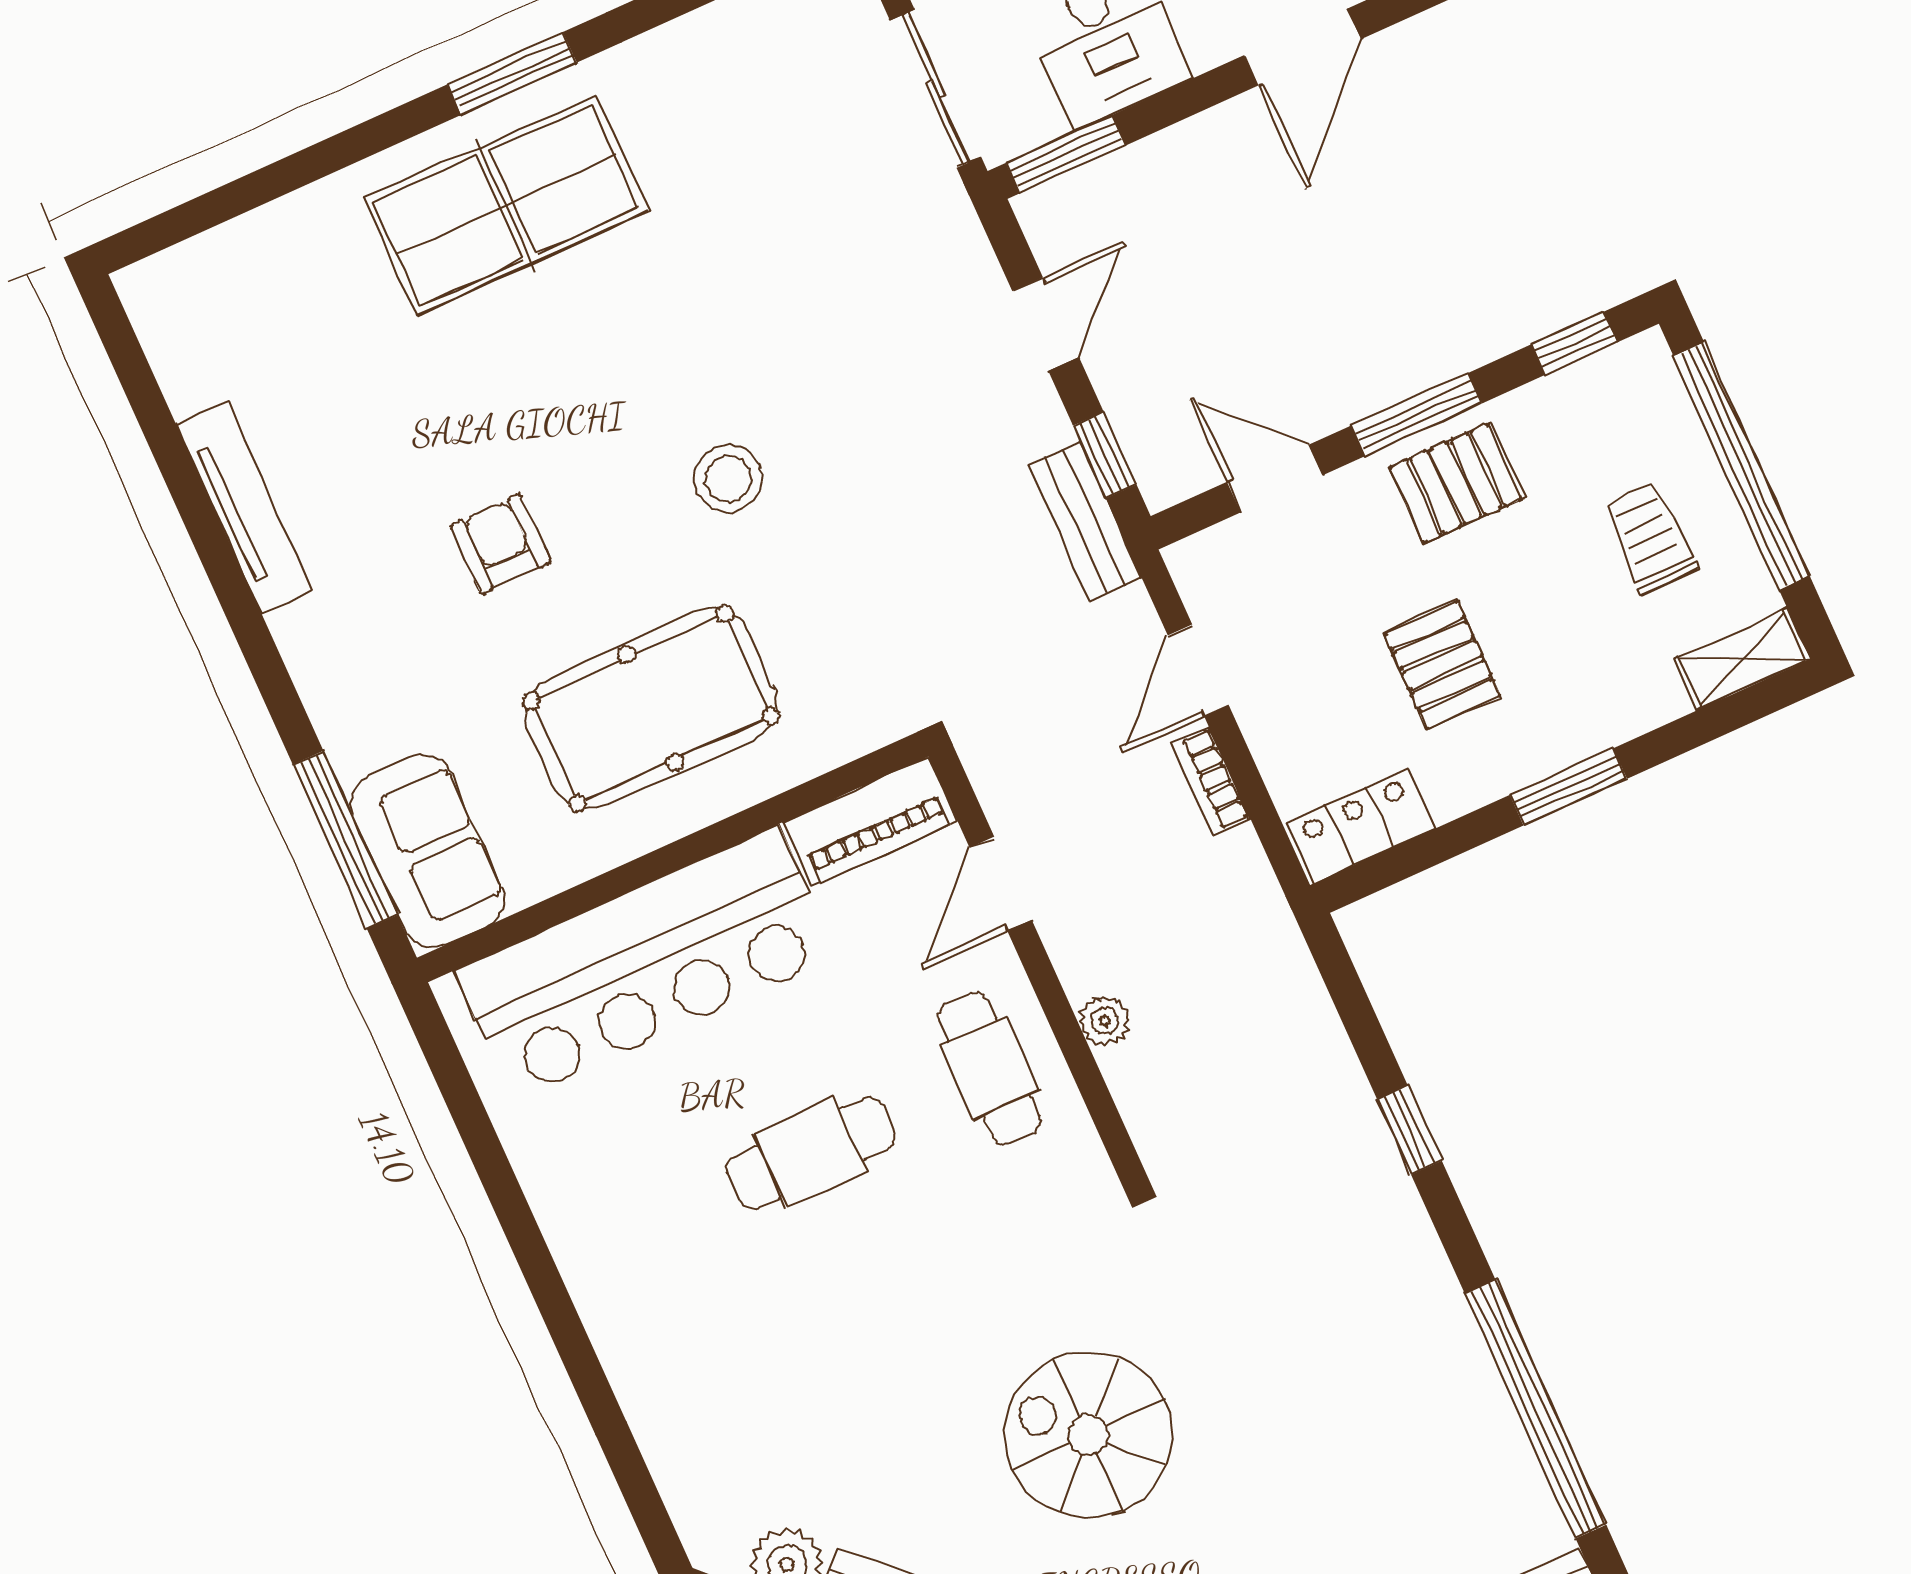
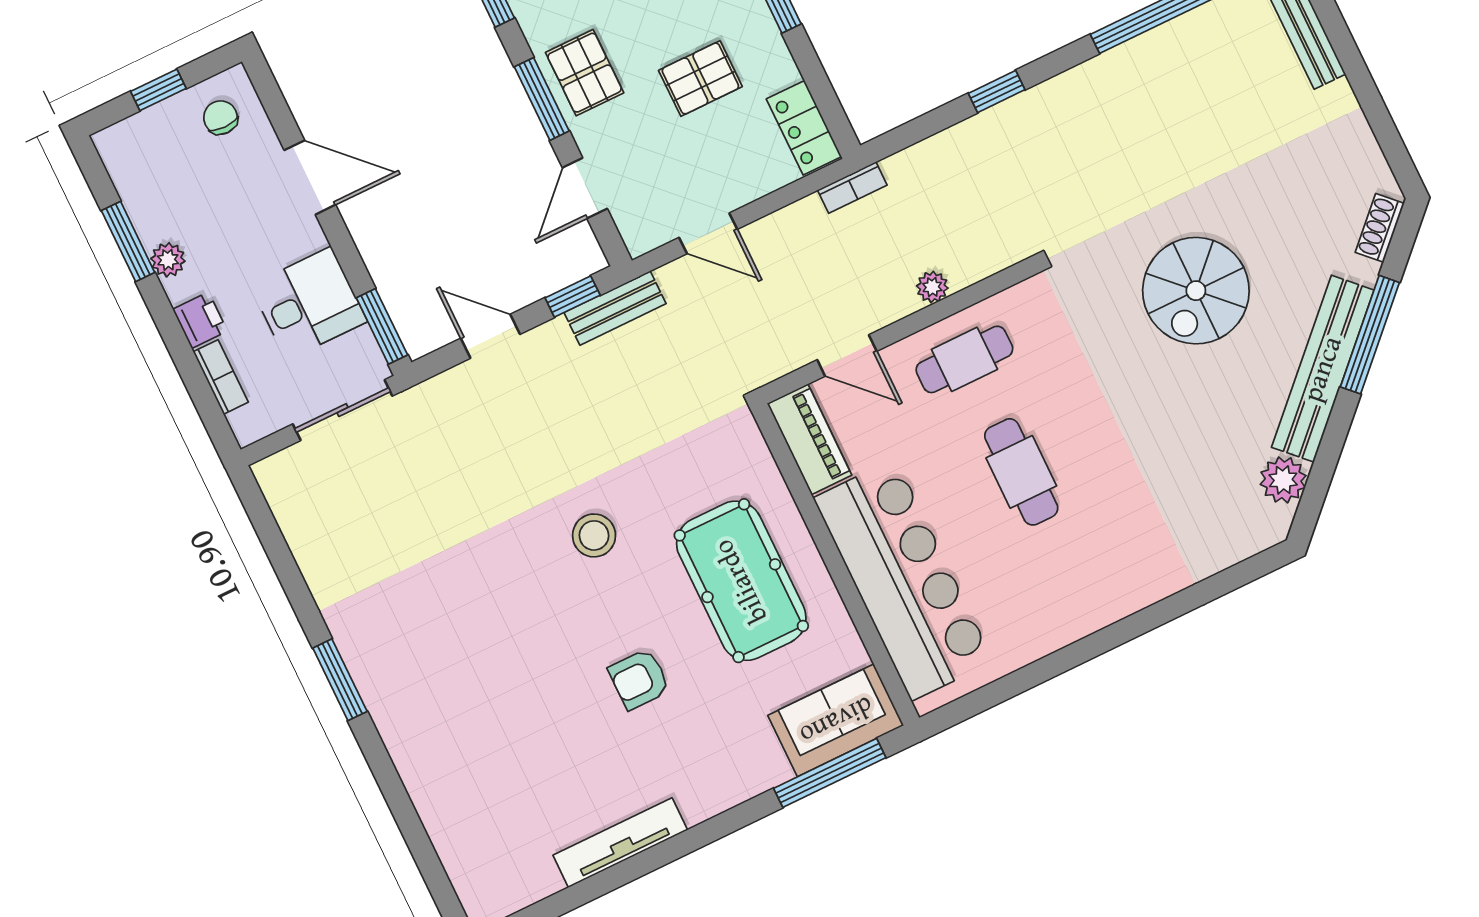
table tennis table: (506, 205) -> (424, 681), removed
bookcase: (1211, 781) -> (852, 188), moved

